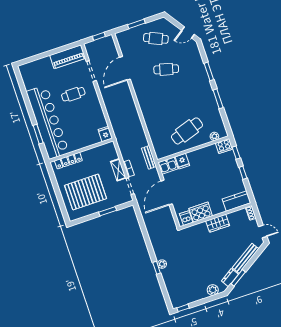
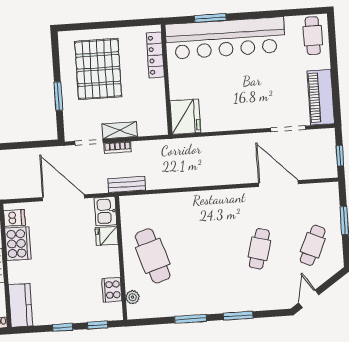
cafe table: (73, 94) -> (313, 36), moved
fridge: (105, 134) -> (185, 117), width x1.88, depth x1.34
cooker: (224, 146) -> (112, 290), moved

